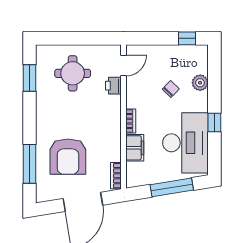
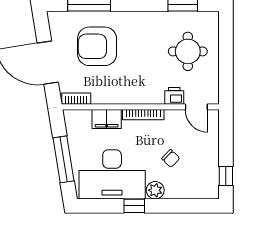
plant: (200, 83) -> (155, 190), moved
bookcase: (131, 121) -> (143, 115), width x1.56

